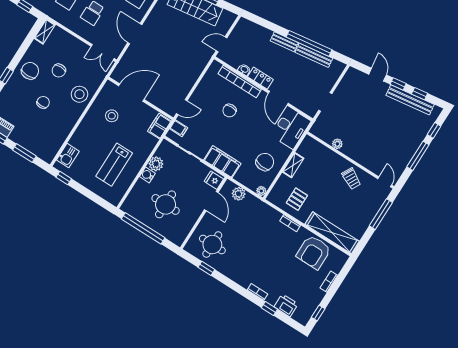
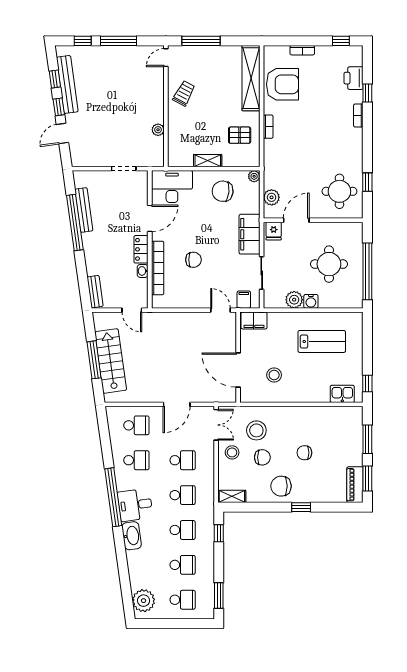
bench: (284, 42) -> (95, 292), moved
stool: (76, 51) -> (232, 452), added
stool: (79, 94) -> (256, 430), moved

